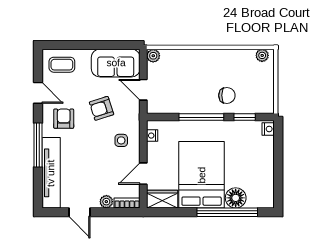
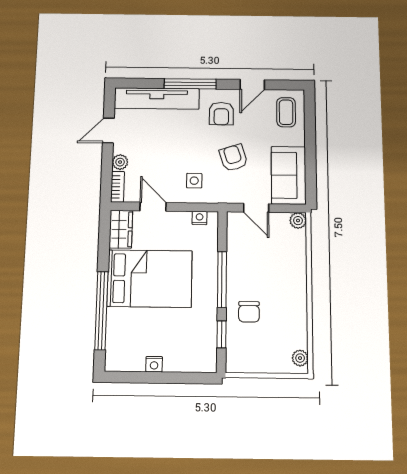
door: (143, 90) -> (256, 208), swing flipped
armchair: (64, 119) -> (221, 114), turned 90
nightstand: (268, 129) -> (154, 364), moved
floor lamp: (236, 198) -> (119, 321), removed

